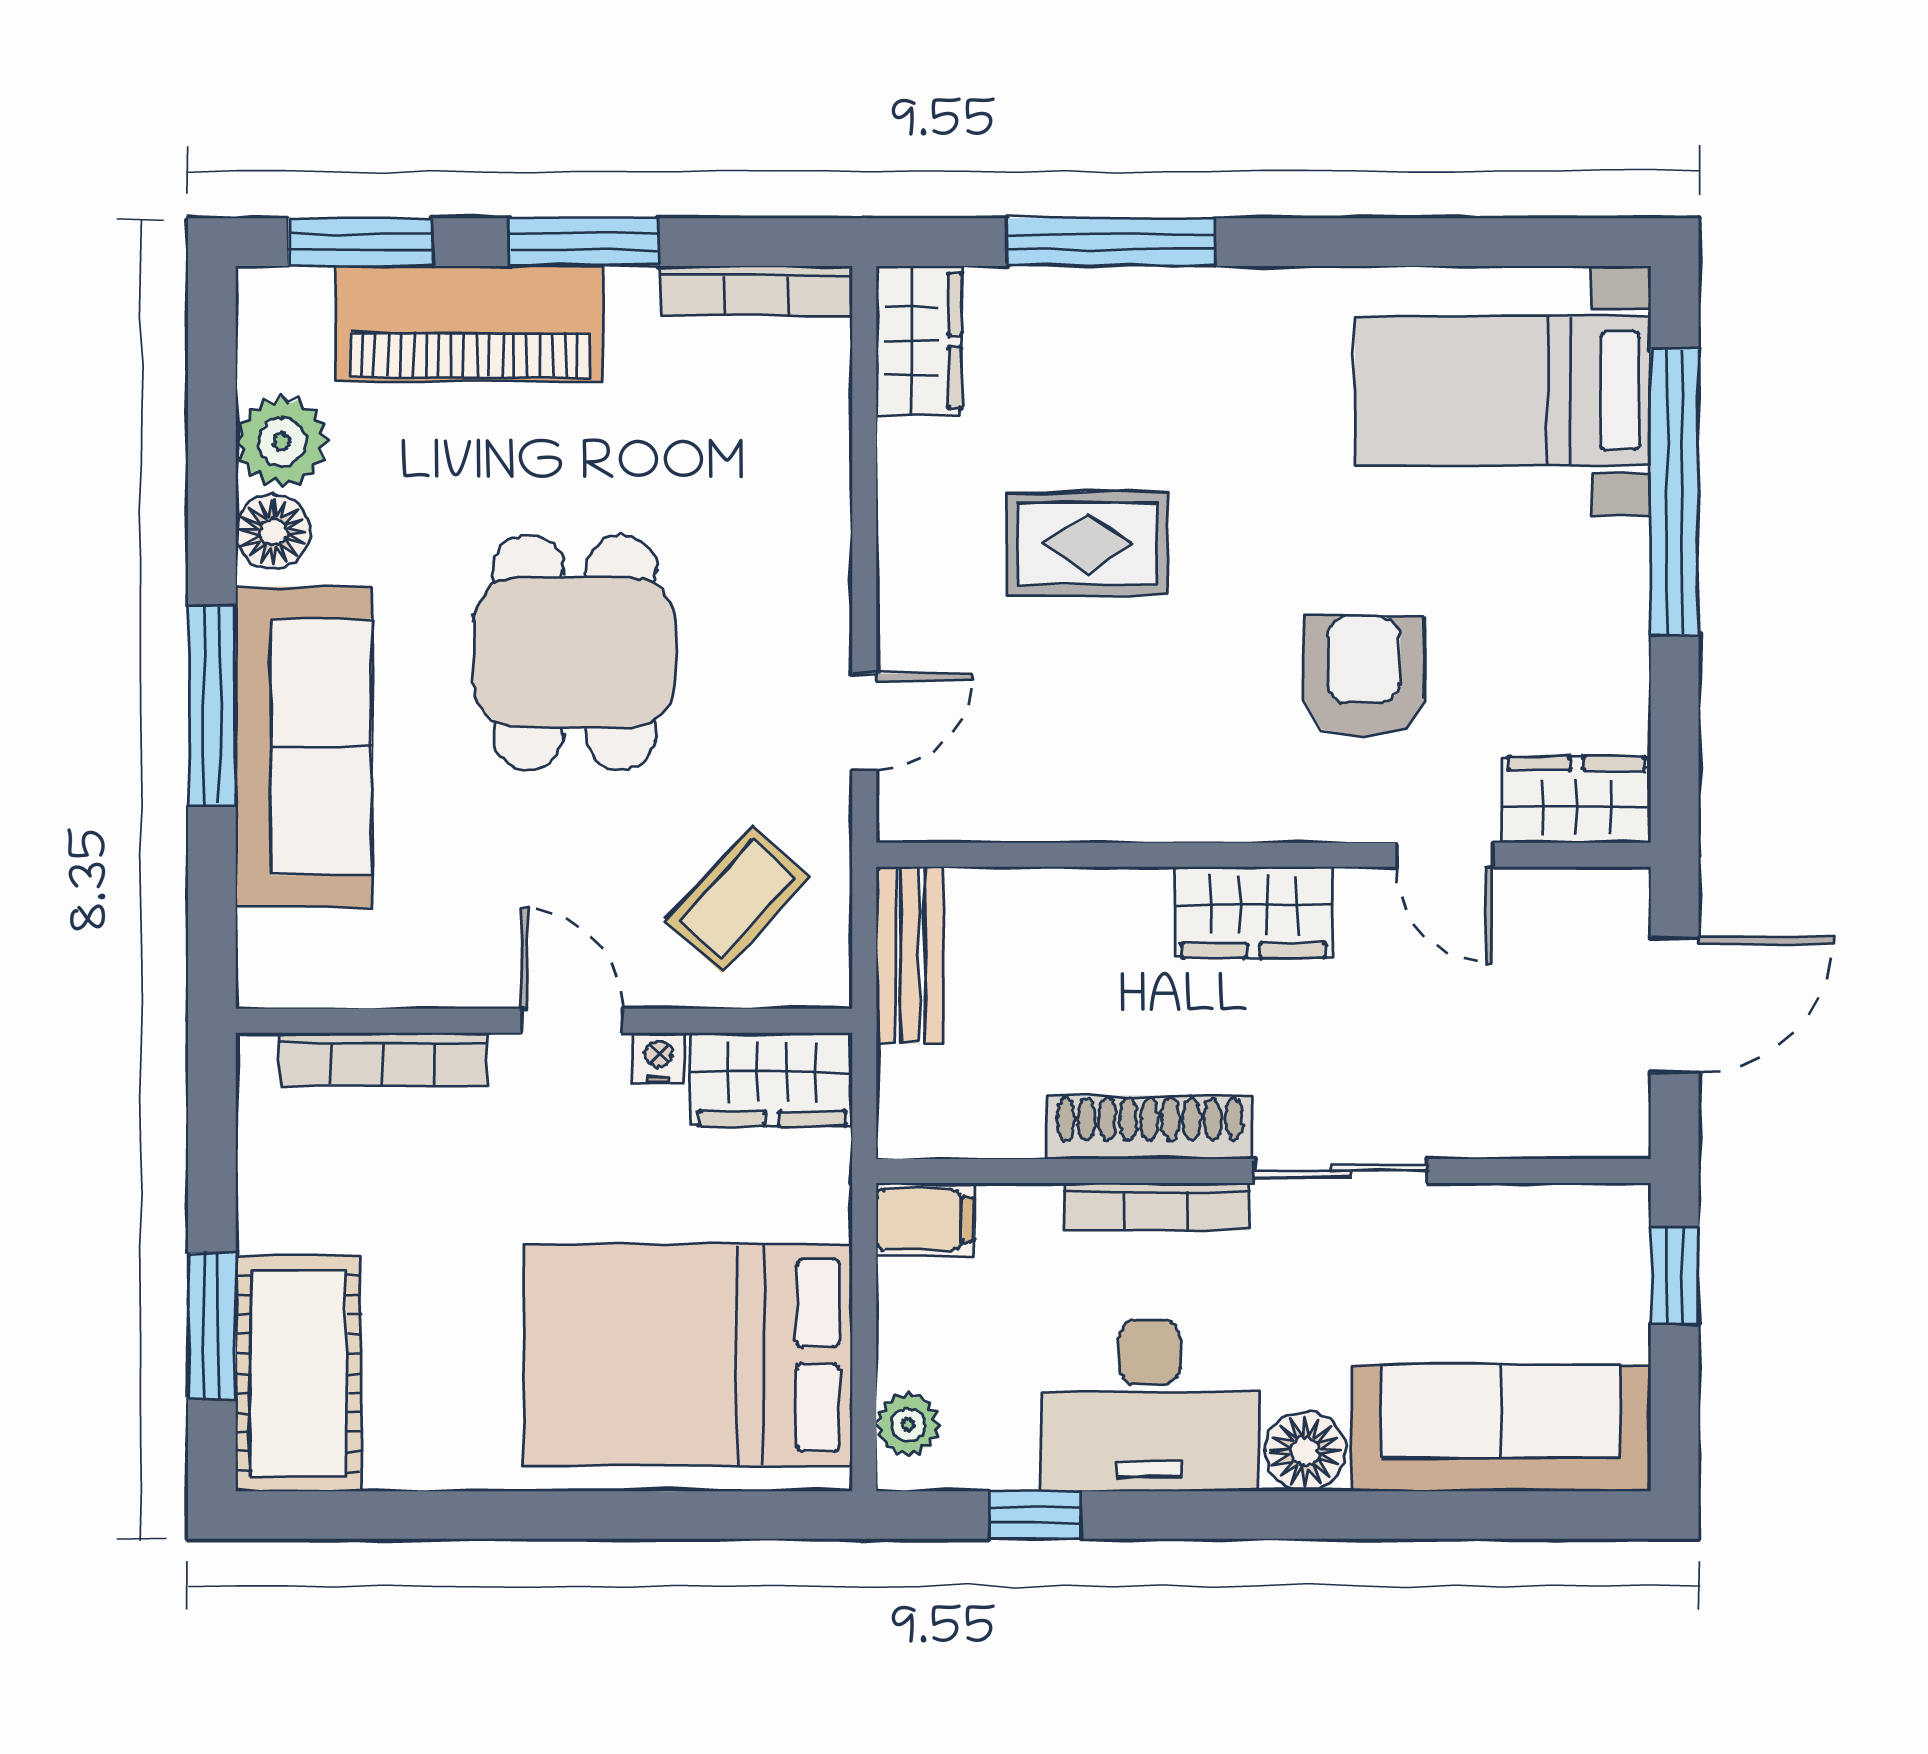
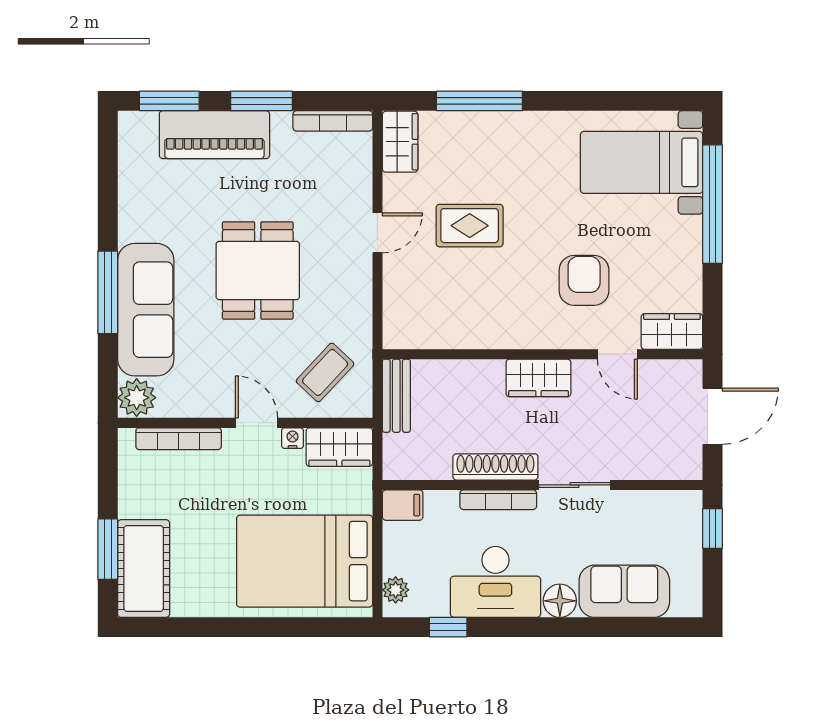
plant: (282, 442) -> (137, 398), moved
floor lamp: (273, 532) -> (133, 221), removed
door: (864, 722) -> (377, 233), moved
sofa: (1501, 1428) -> (624, 591), width x0.73

